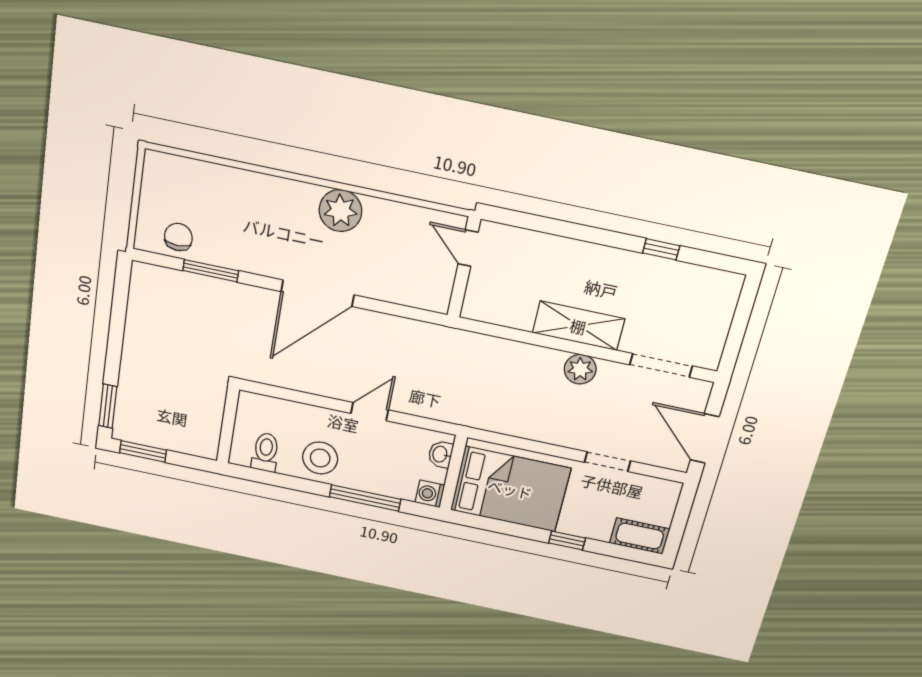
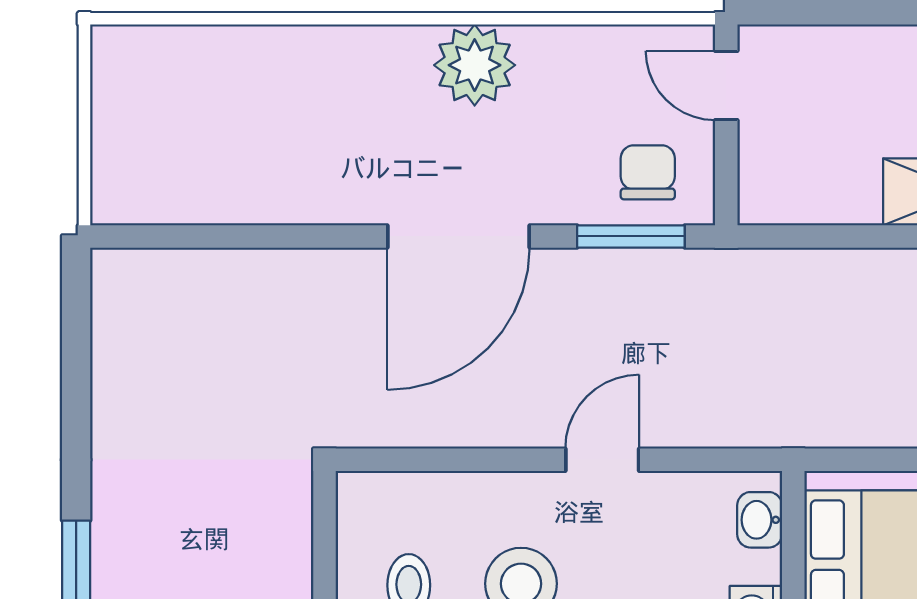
chair: (178, 237) -> (648, 172), moved
window: (211, 271) -> (631, 236), moved

